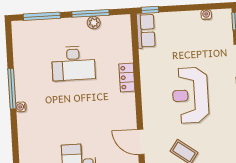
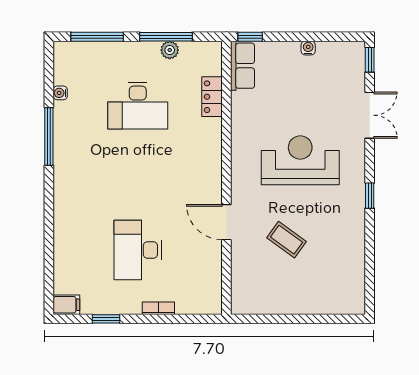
water cooler: (206, 15) -> (308, 48), moved
locker: (127, 77) -> (212, 97), moved
reception desk: (190, 95) -> (300, 160), turned 90
water cooler: (21, 107) -> (60, 93), moved

